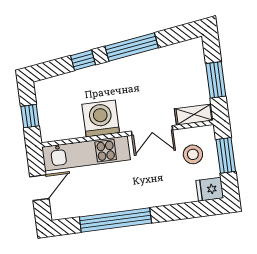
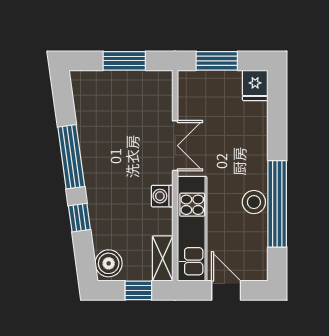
boiler: (49, 89) -> (109, 263), added
shelving: (194, 115) -> (163, 259), moved
washing machine: (101, 118) -> (162, 196), width x0.53, depth x0.53
stool: (193, 154) -> (254, 202), moved

